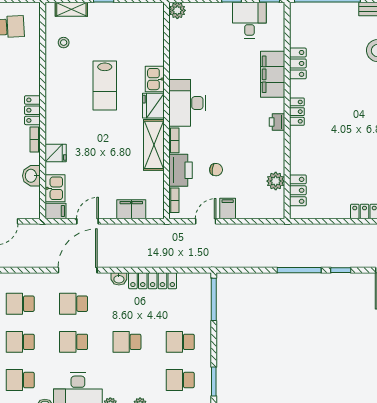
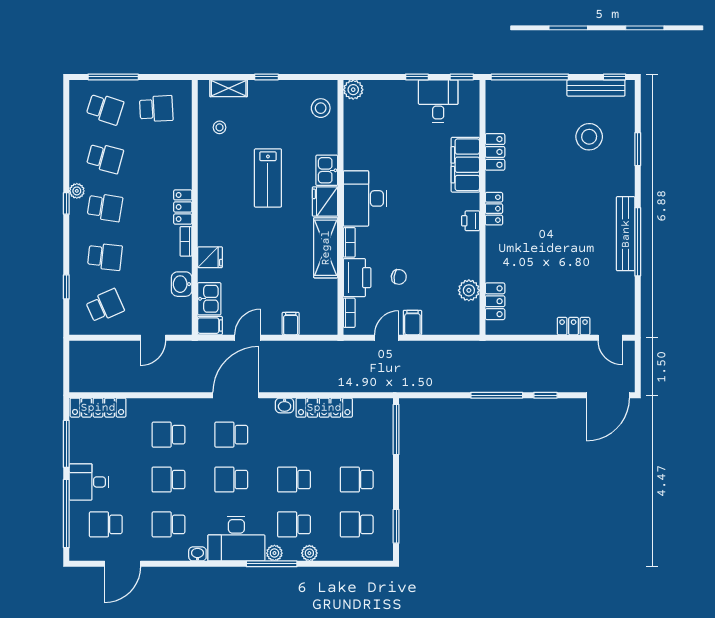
stool: (150, 26) -> (321, 108), added
filing cabinet: (131, 209) -> (291, 324), width x0.50
school desk: (127, 380) -> (294, 524), added

